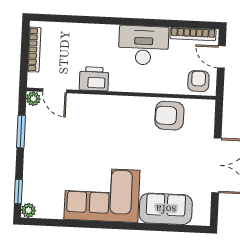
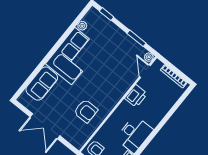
door: (55, 91) -> (145, 71), hinge flipped
armchair: (169, 116) -> (86, 111), moved, turned 89
plant: (28, 210) -> (82, 26), moved

